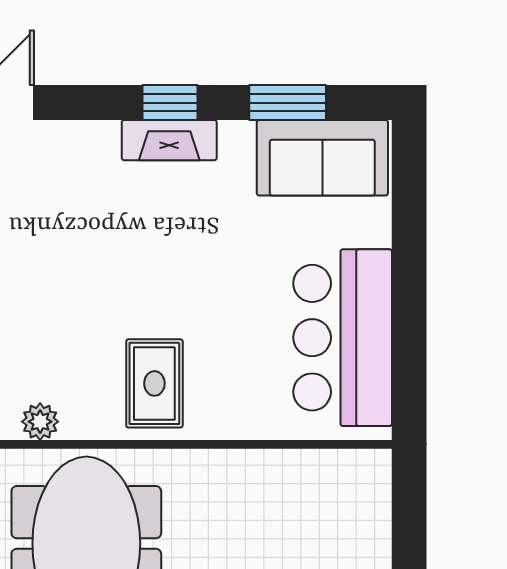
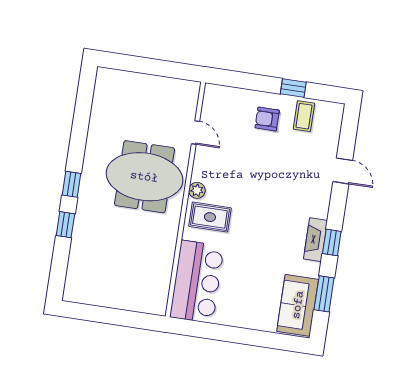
bar counter: (343, 338) -> (197, 282), moved, turned 90
plant: (40, 422) -> (197, 190), moved

